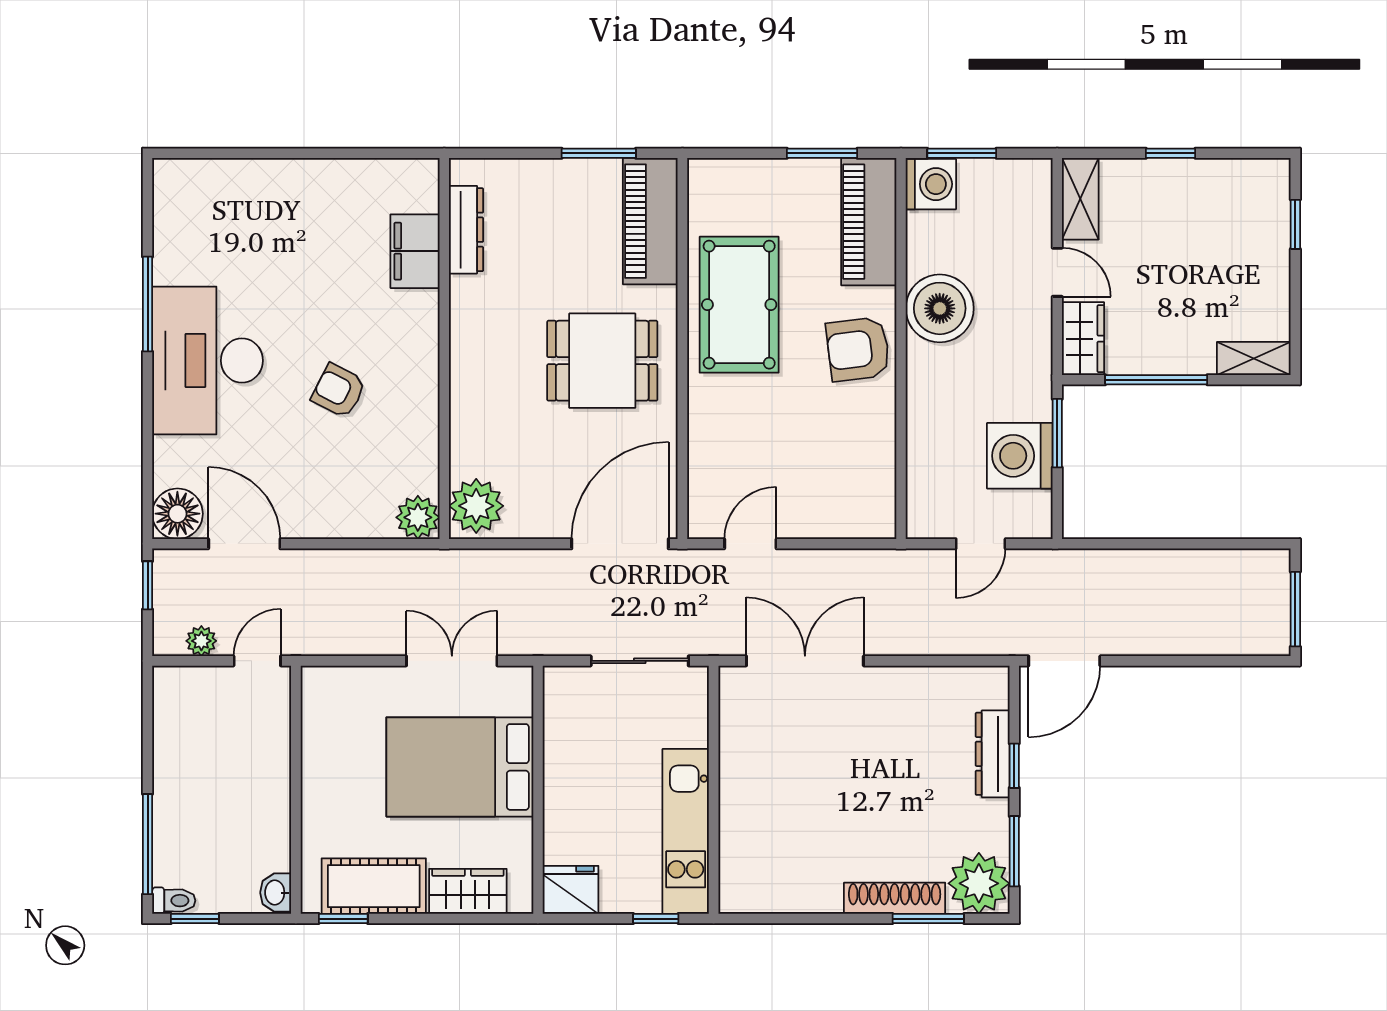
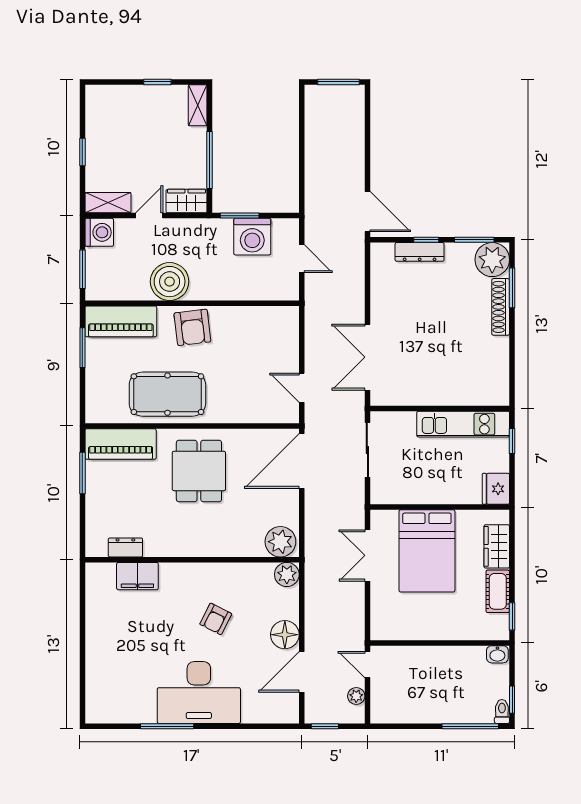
washing machine: (931, 184) -> (99, 232), moved, turned 90
window: (1295, 224) -> (157, 82), moved
dresser: (466, 230) -> (125, 547), width x0.70
floor lamp: (177, 514) -> (285, 635), moved
door: (620, 544) -> (302, 461), hinge flipped
cot: (374, 886) -> (498, 591), width x0.73, depth x0.75

